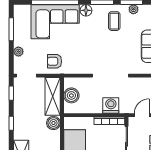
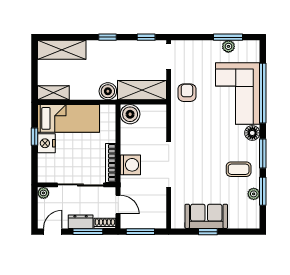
plant: (18, 52) -> (228, 46), moved
boiler: (71, 95) -> (130, 114), moved

